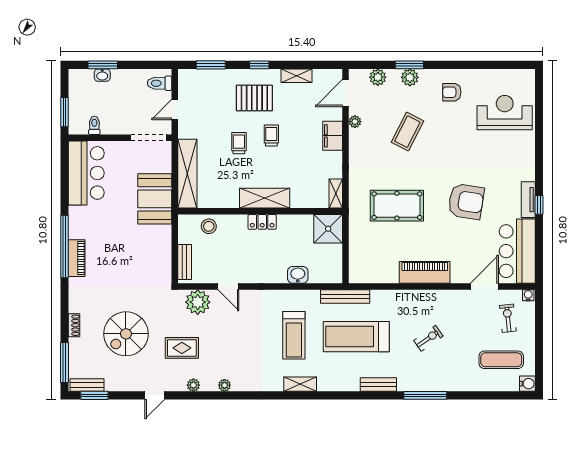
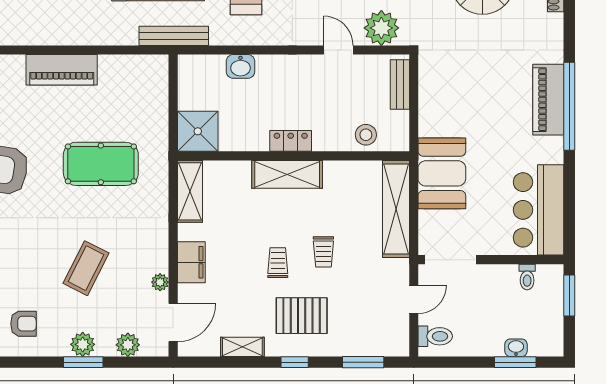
trolley: (271, 135) -> (278, 263), turned 180
shelving: (336, 193) -> (190, 191), width x1.50, depth x1.33
piano: (77, 258) -> (548, 100), width x1.37, depth x1.33

